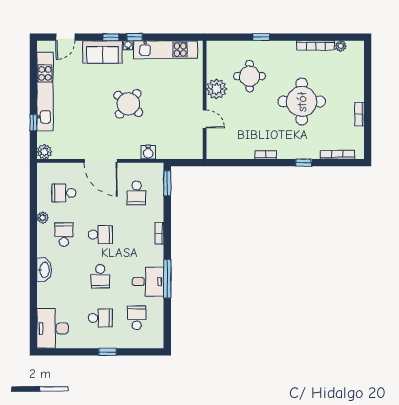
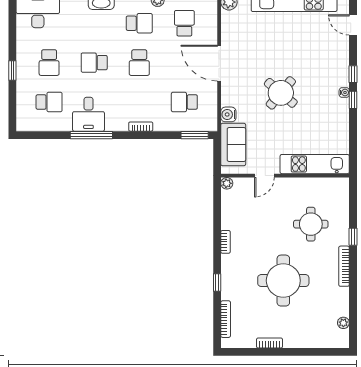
bookcase: (316, 45) -> (344, 266), moved
kitchen unit: (165, 50) -> (315, 164), moved, turned 90
sofa: (102, 52) -> (233, 144), moved, turned 180
plant: (217, 89) -> (227, 183), moved, width x0.53, depth x0.53
door: (101, 161) -> (219, 63), hinge flipped

